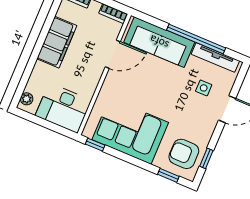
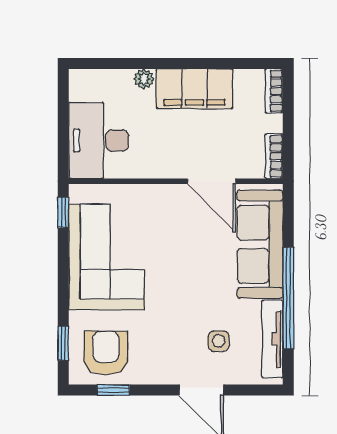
plant: (27, 99) -> (144, 79), moved

